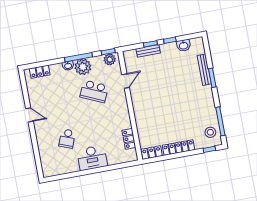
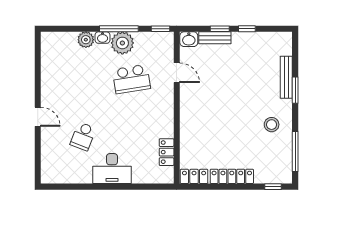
washbasin: (184, 45) -> (189, 39), moved
plant: (110, 59) -> (86, 40), moved
locker: (40, 72) -> (63, 39), removed
door: (126, 81) -> (177, 73), hinge flipped
school desk: (94, 91) -> (131, 79), turned -33
door: (29, 115) -> (38, 117), moved
stool: (210, 132) -> (272, 125), moved

